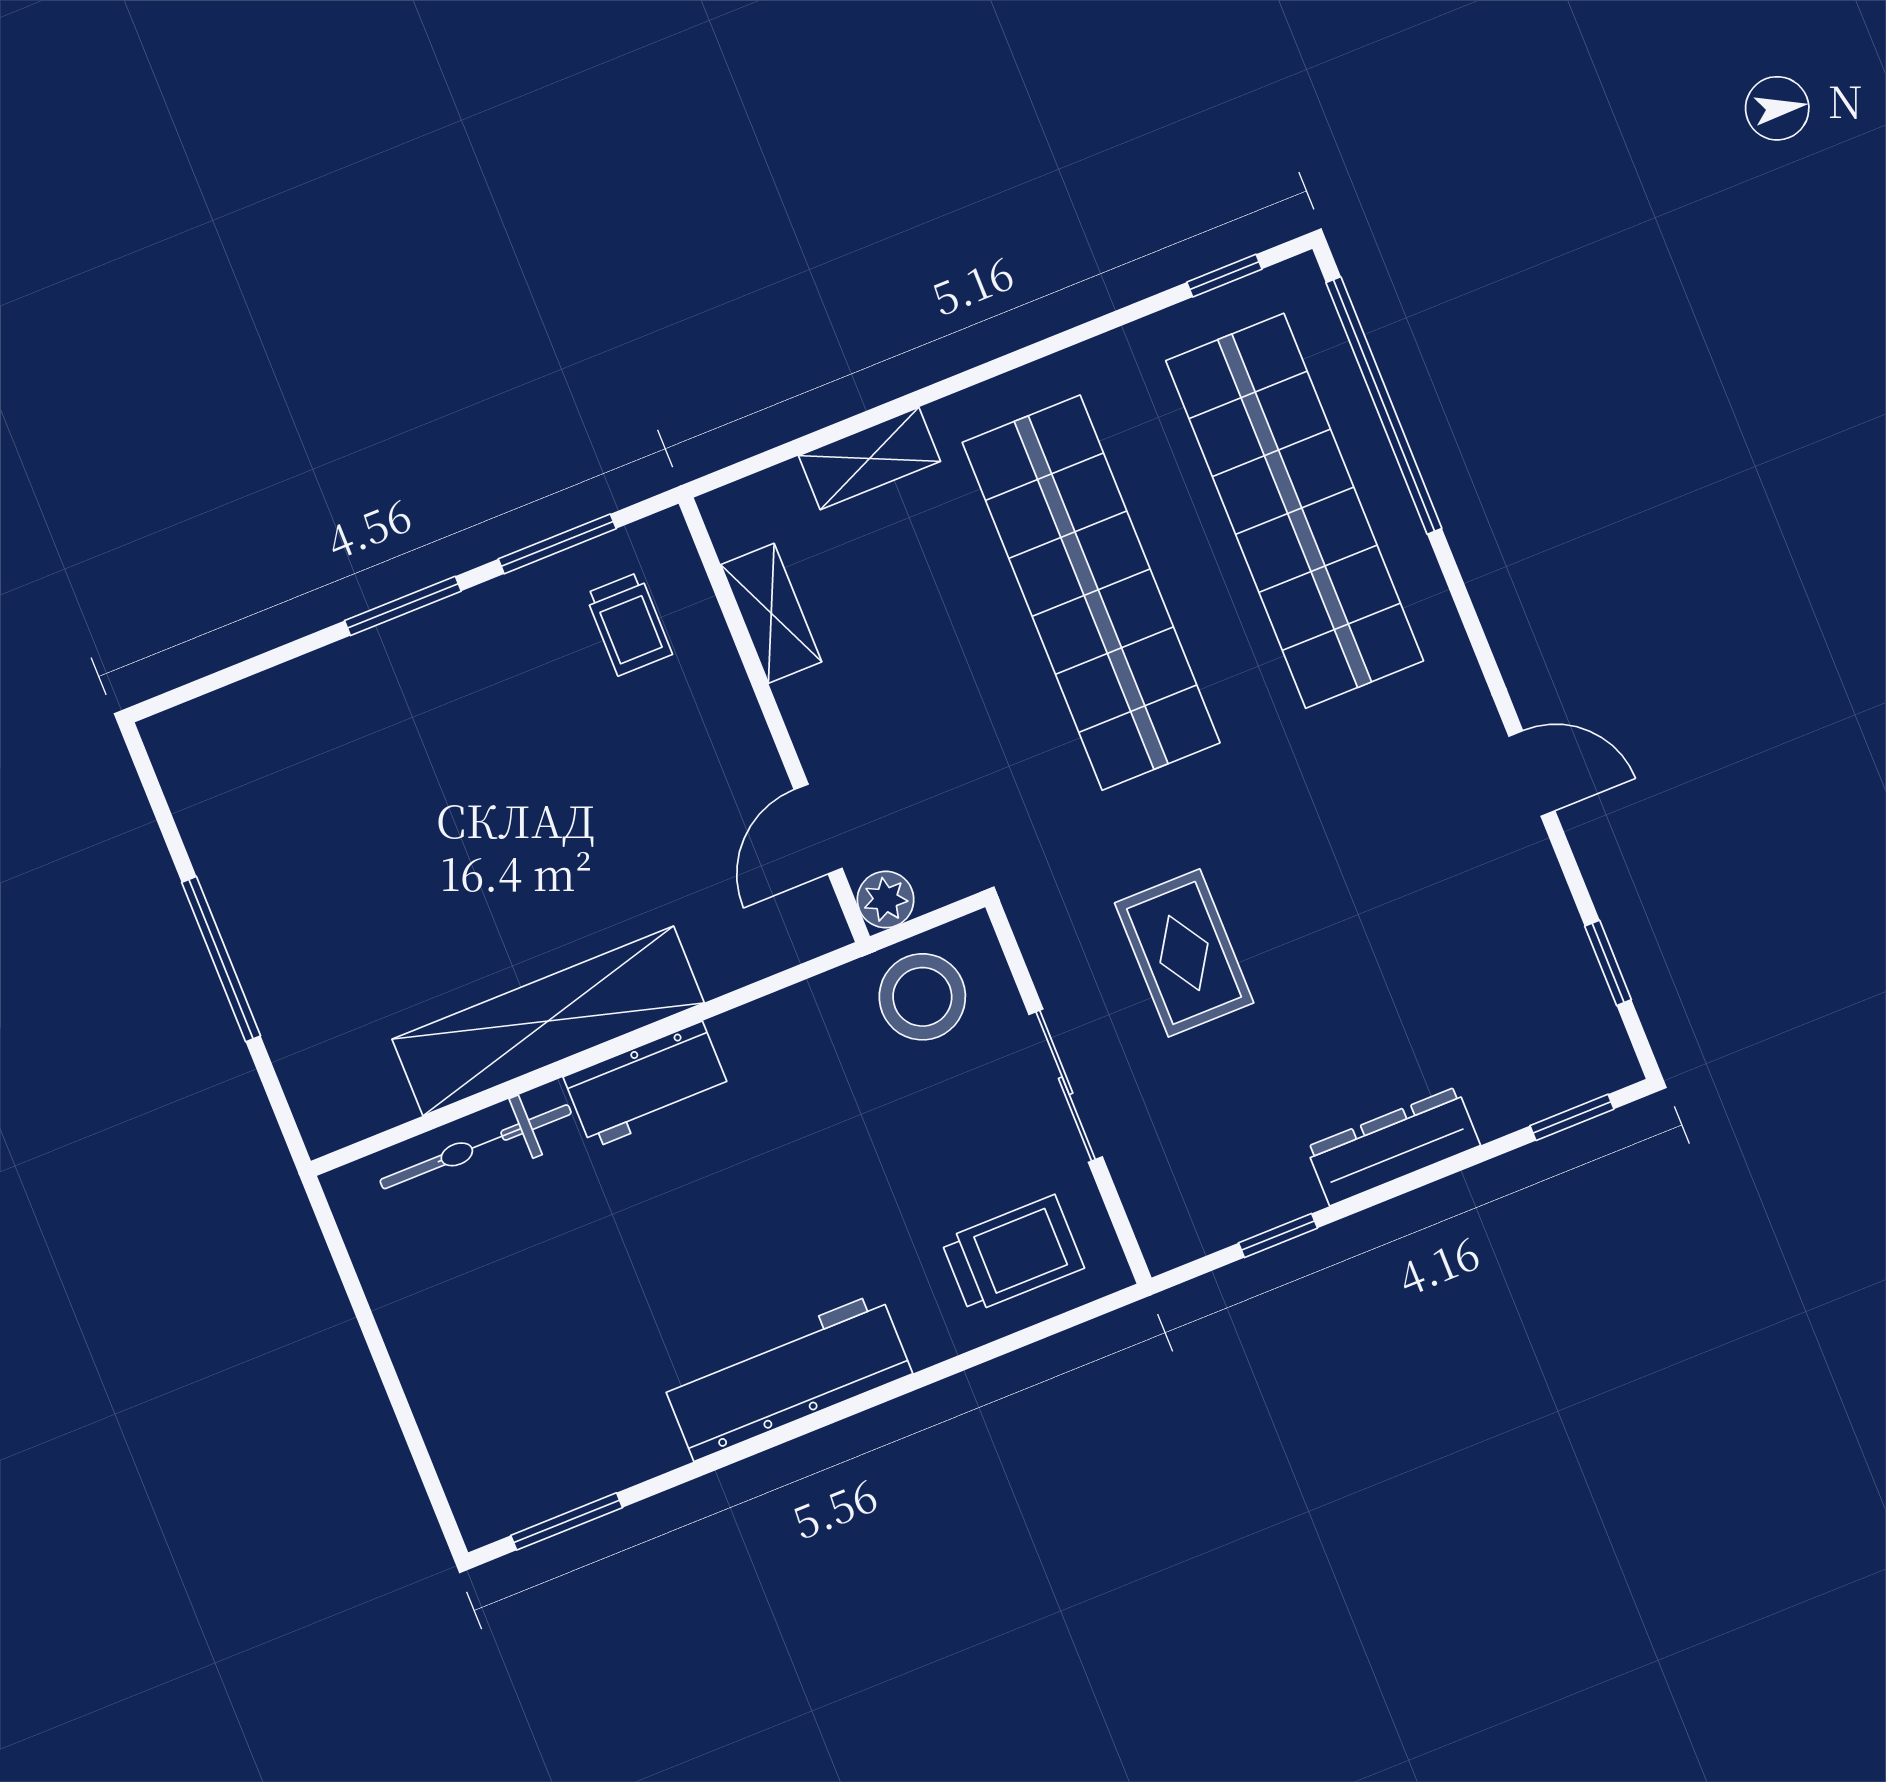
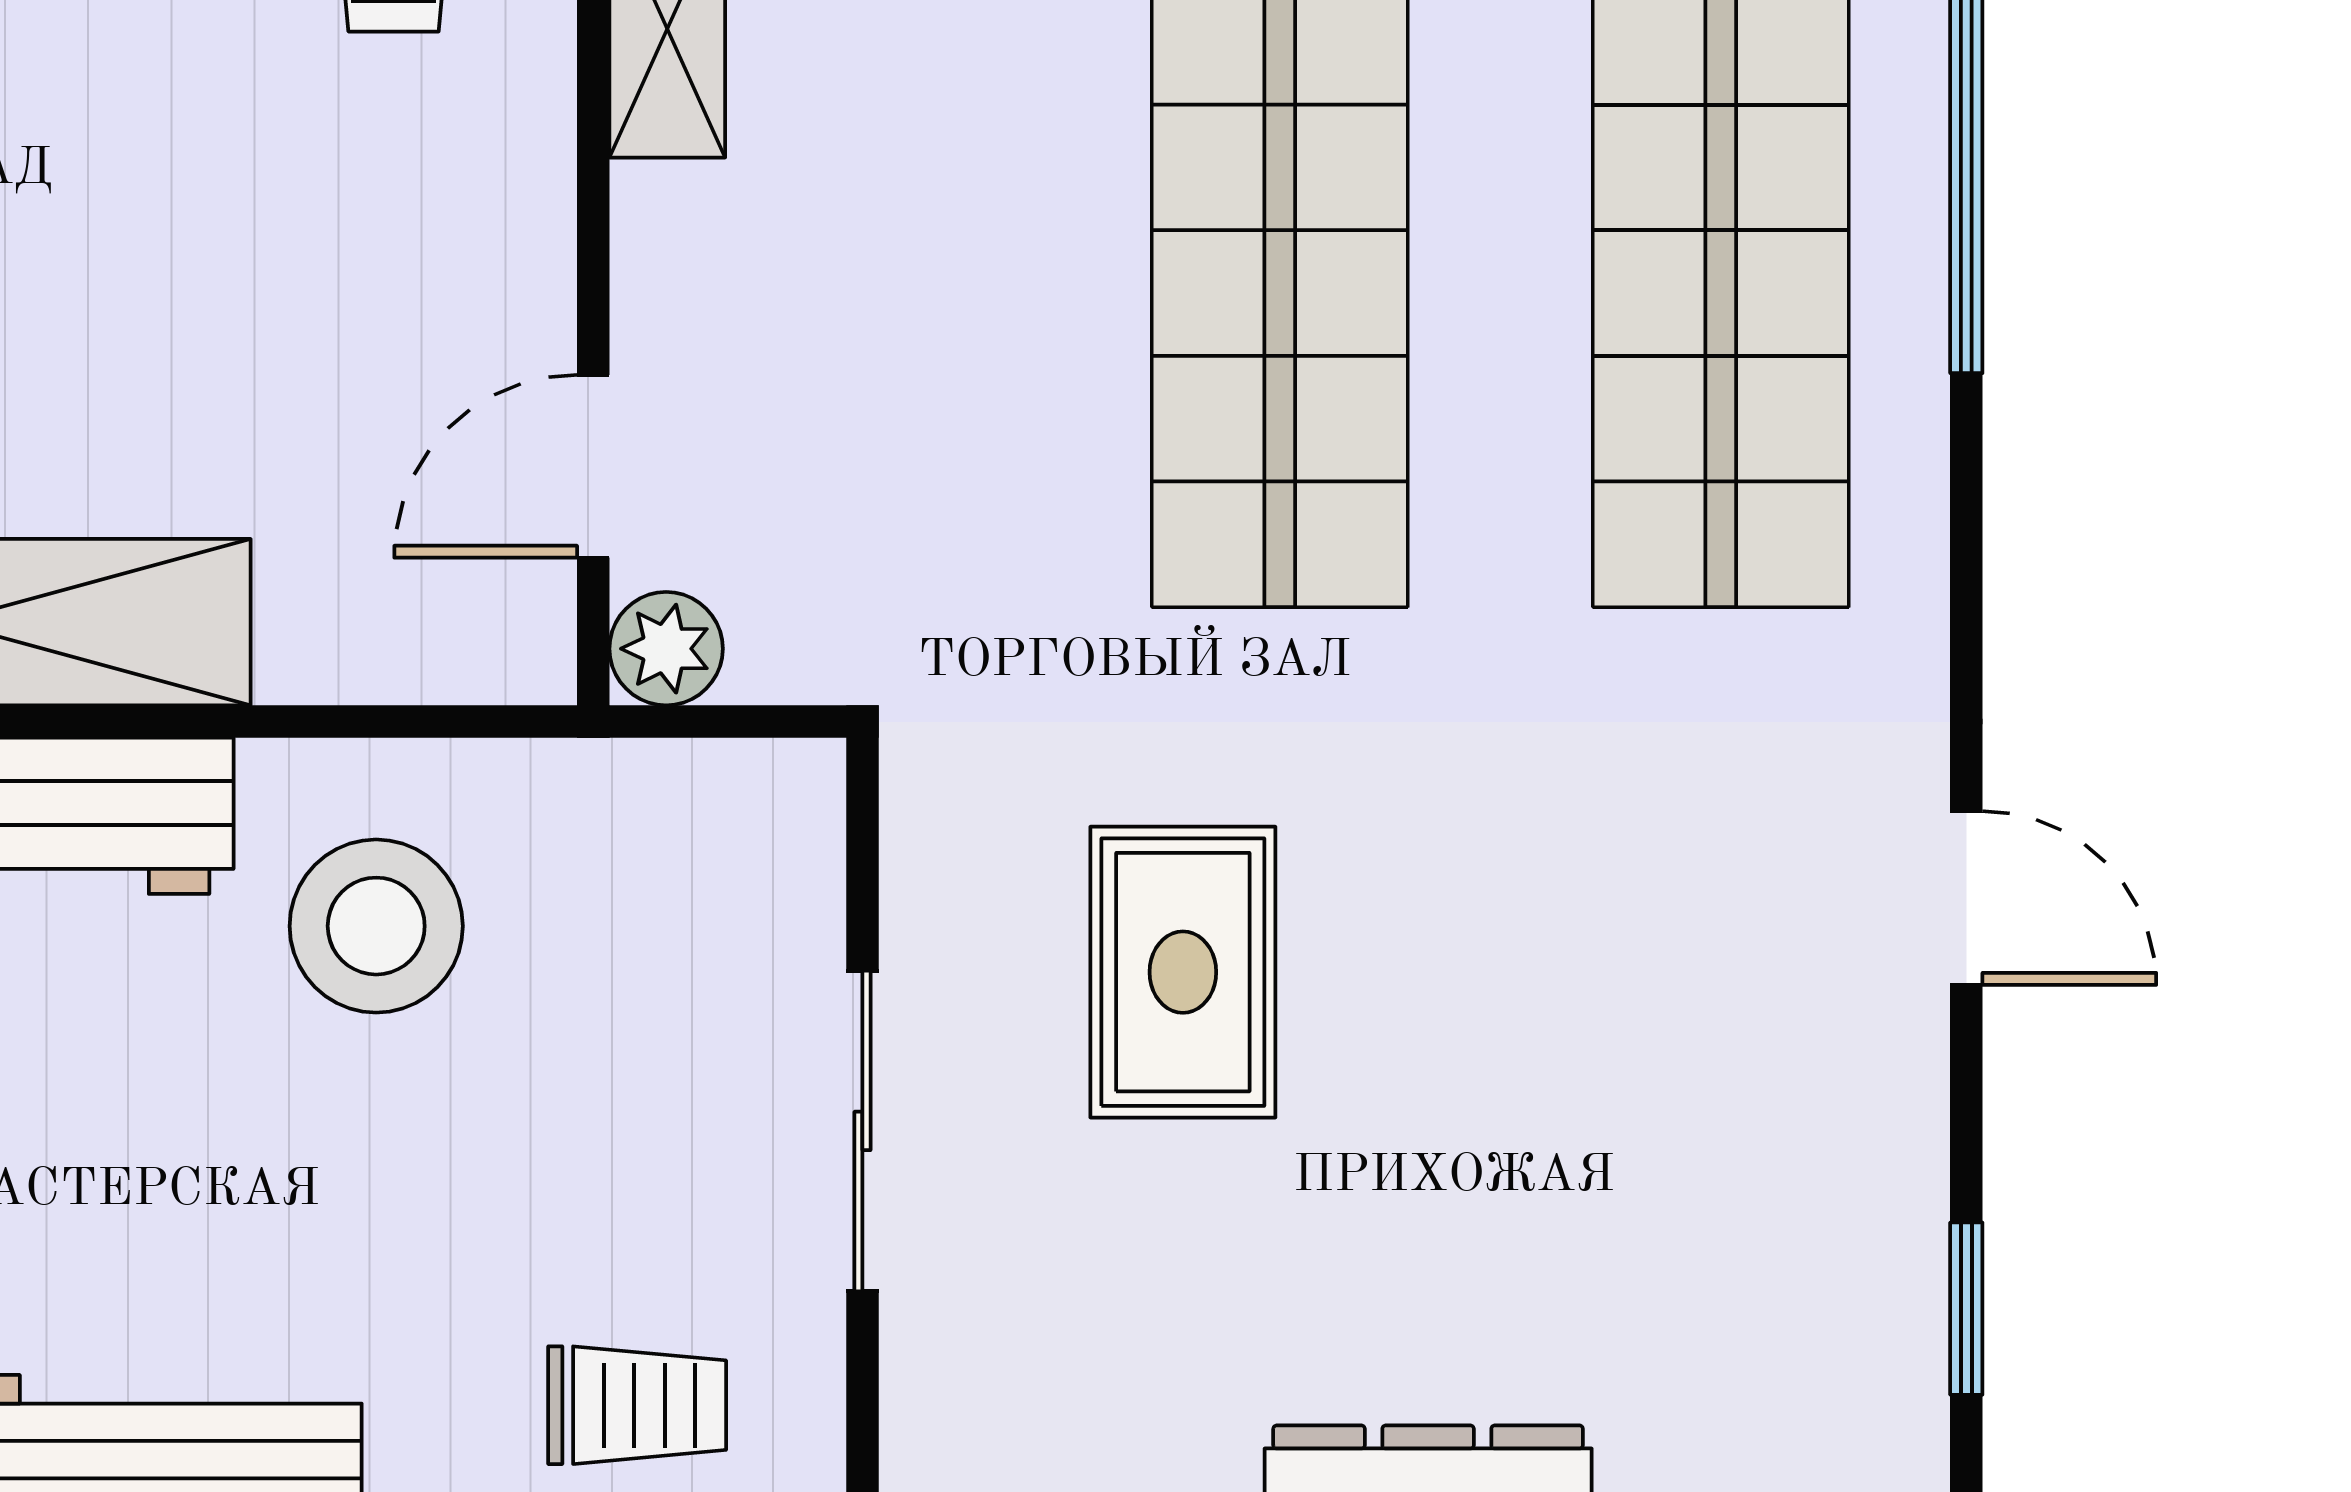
stool: (922, 997) -> (376, 926), moved
trolley: (1013, 1254) -> (637, 1405), width x0.73, depth x0.72

